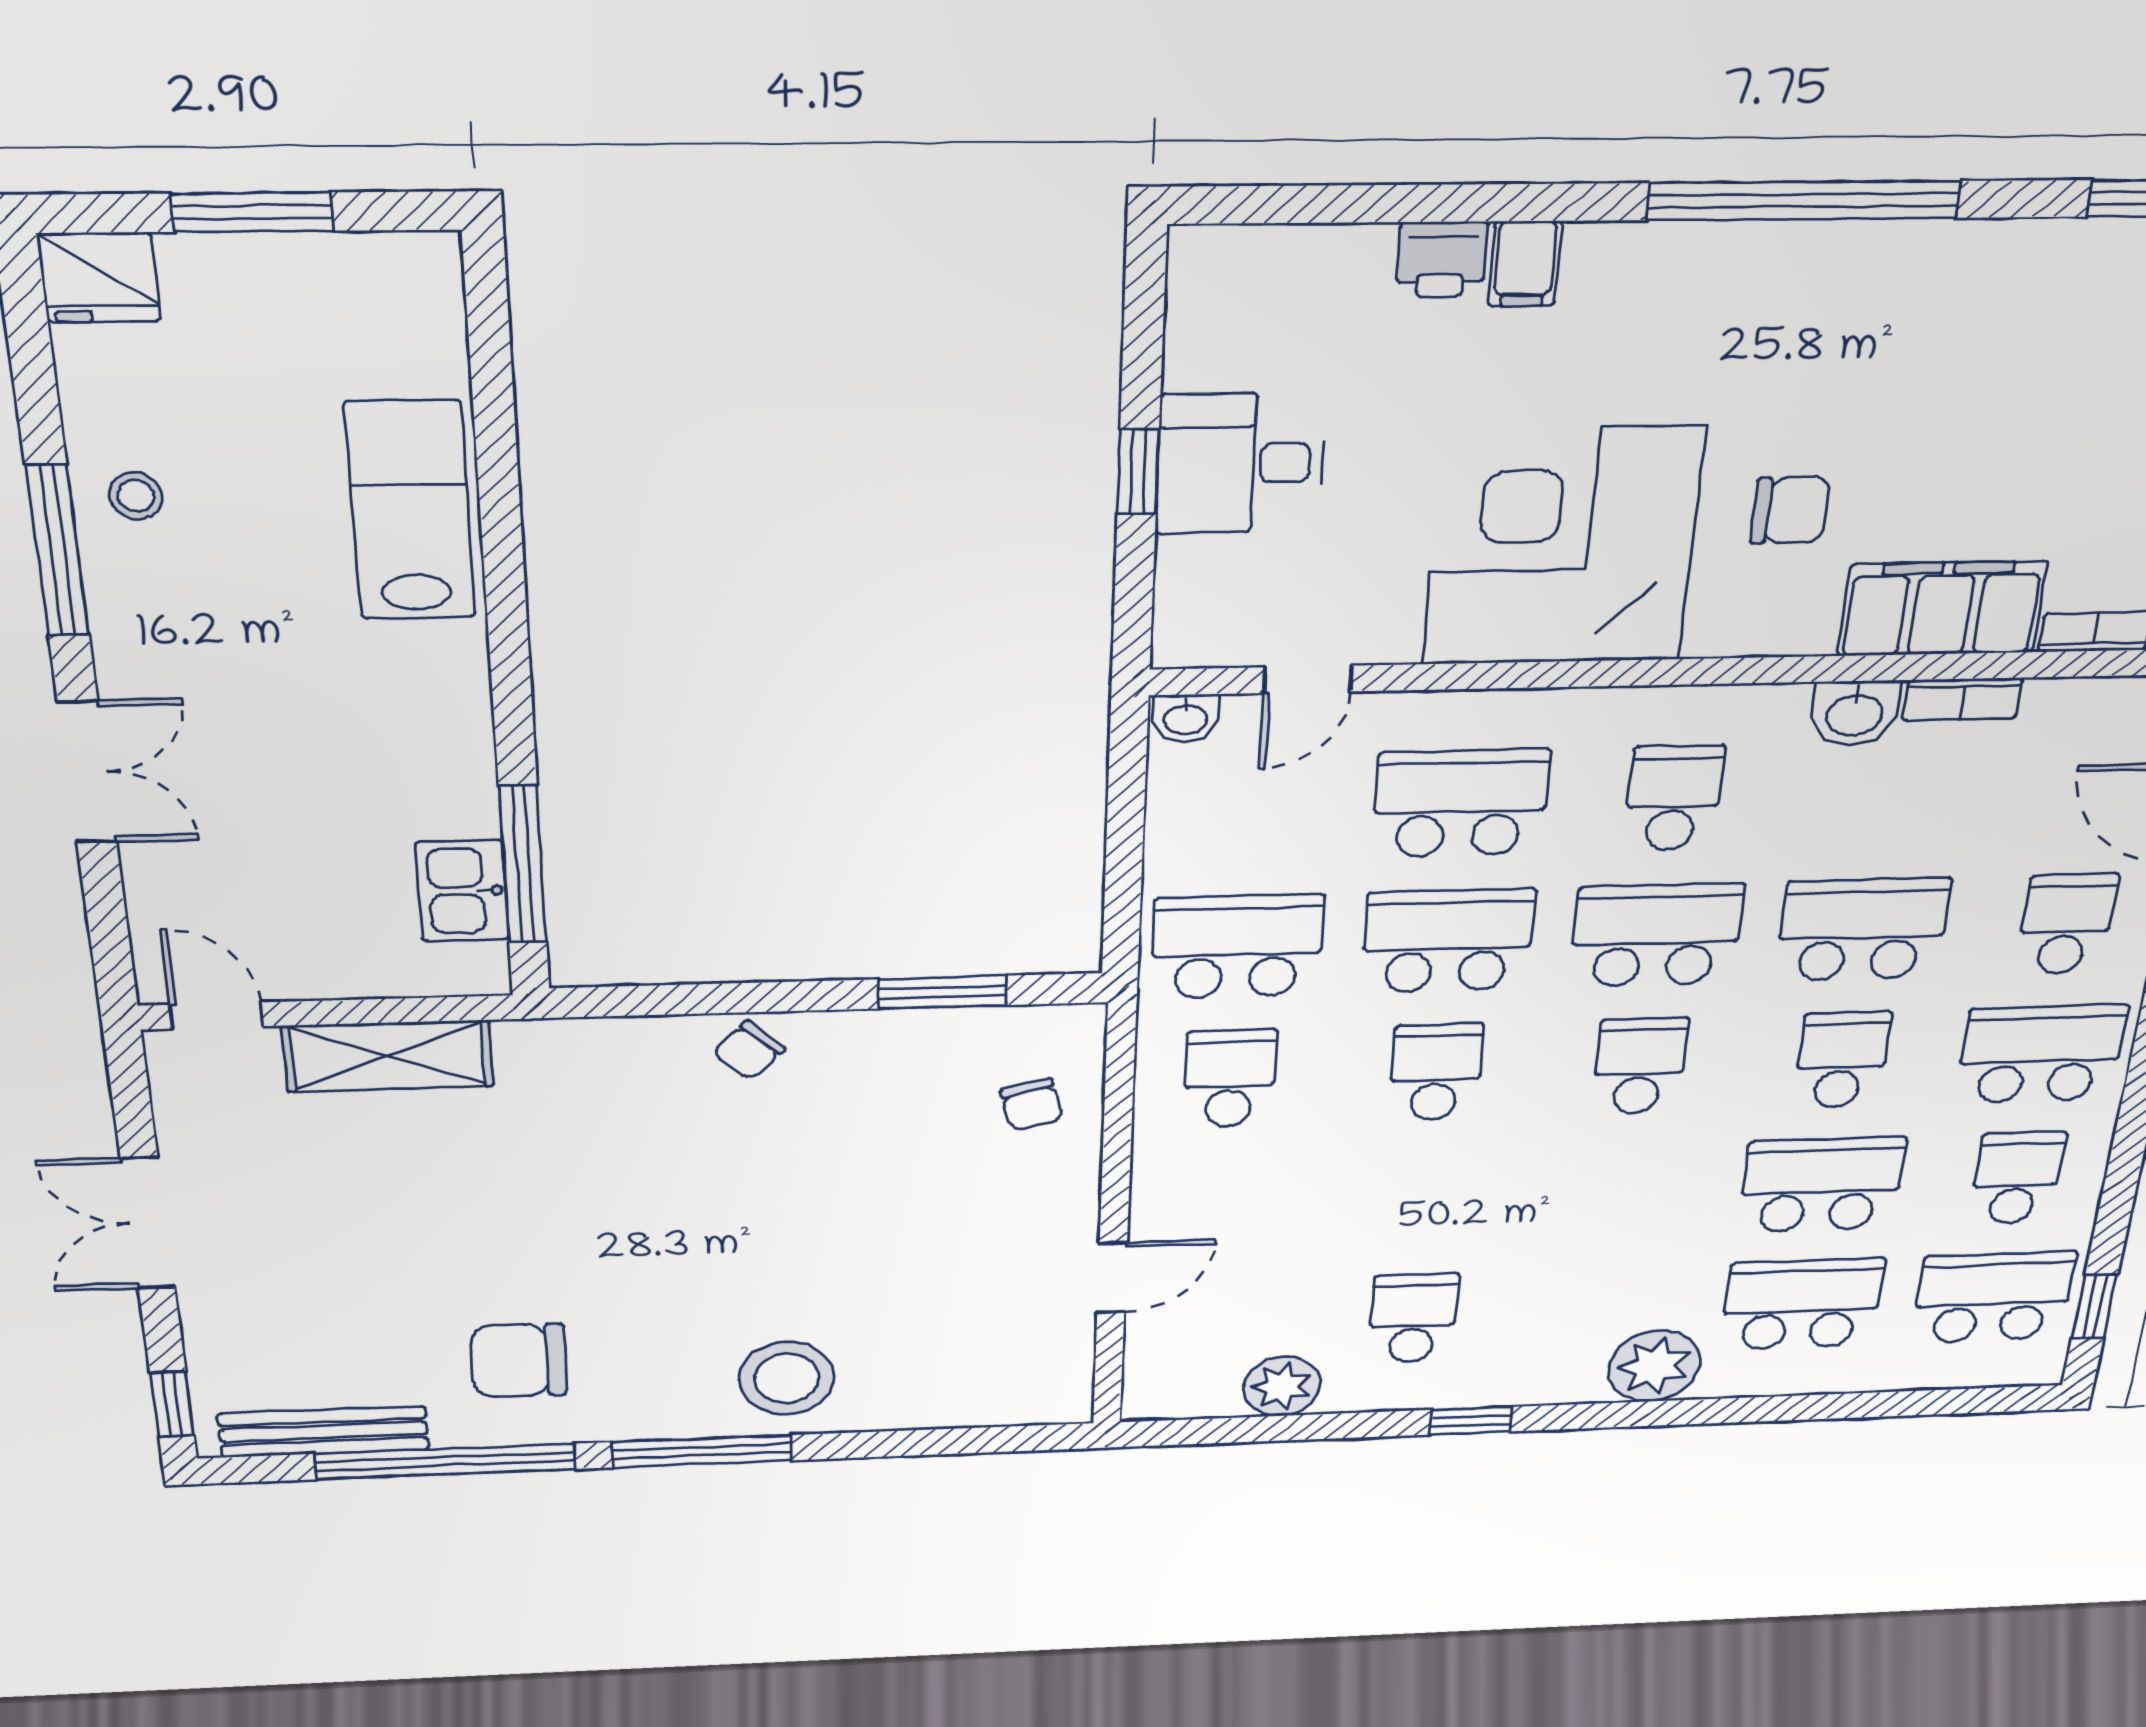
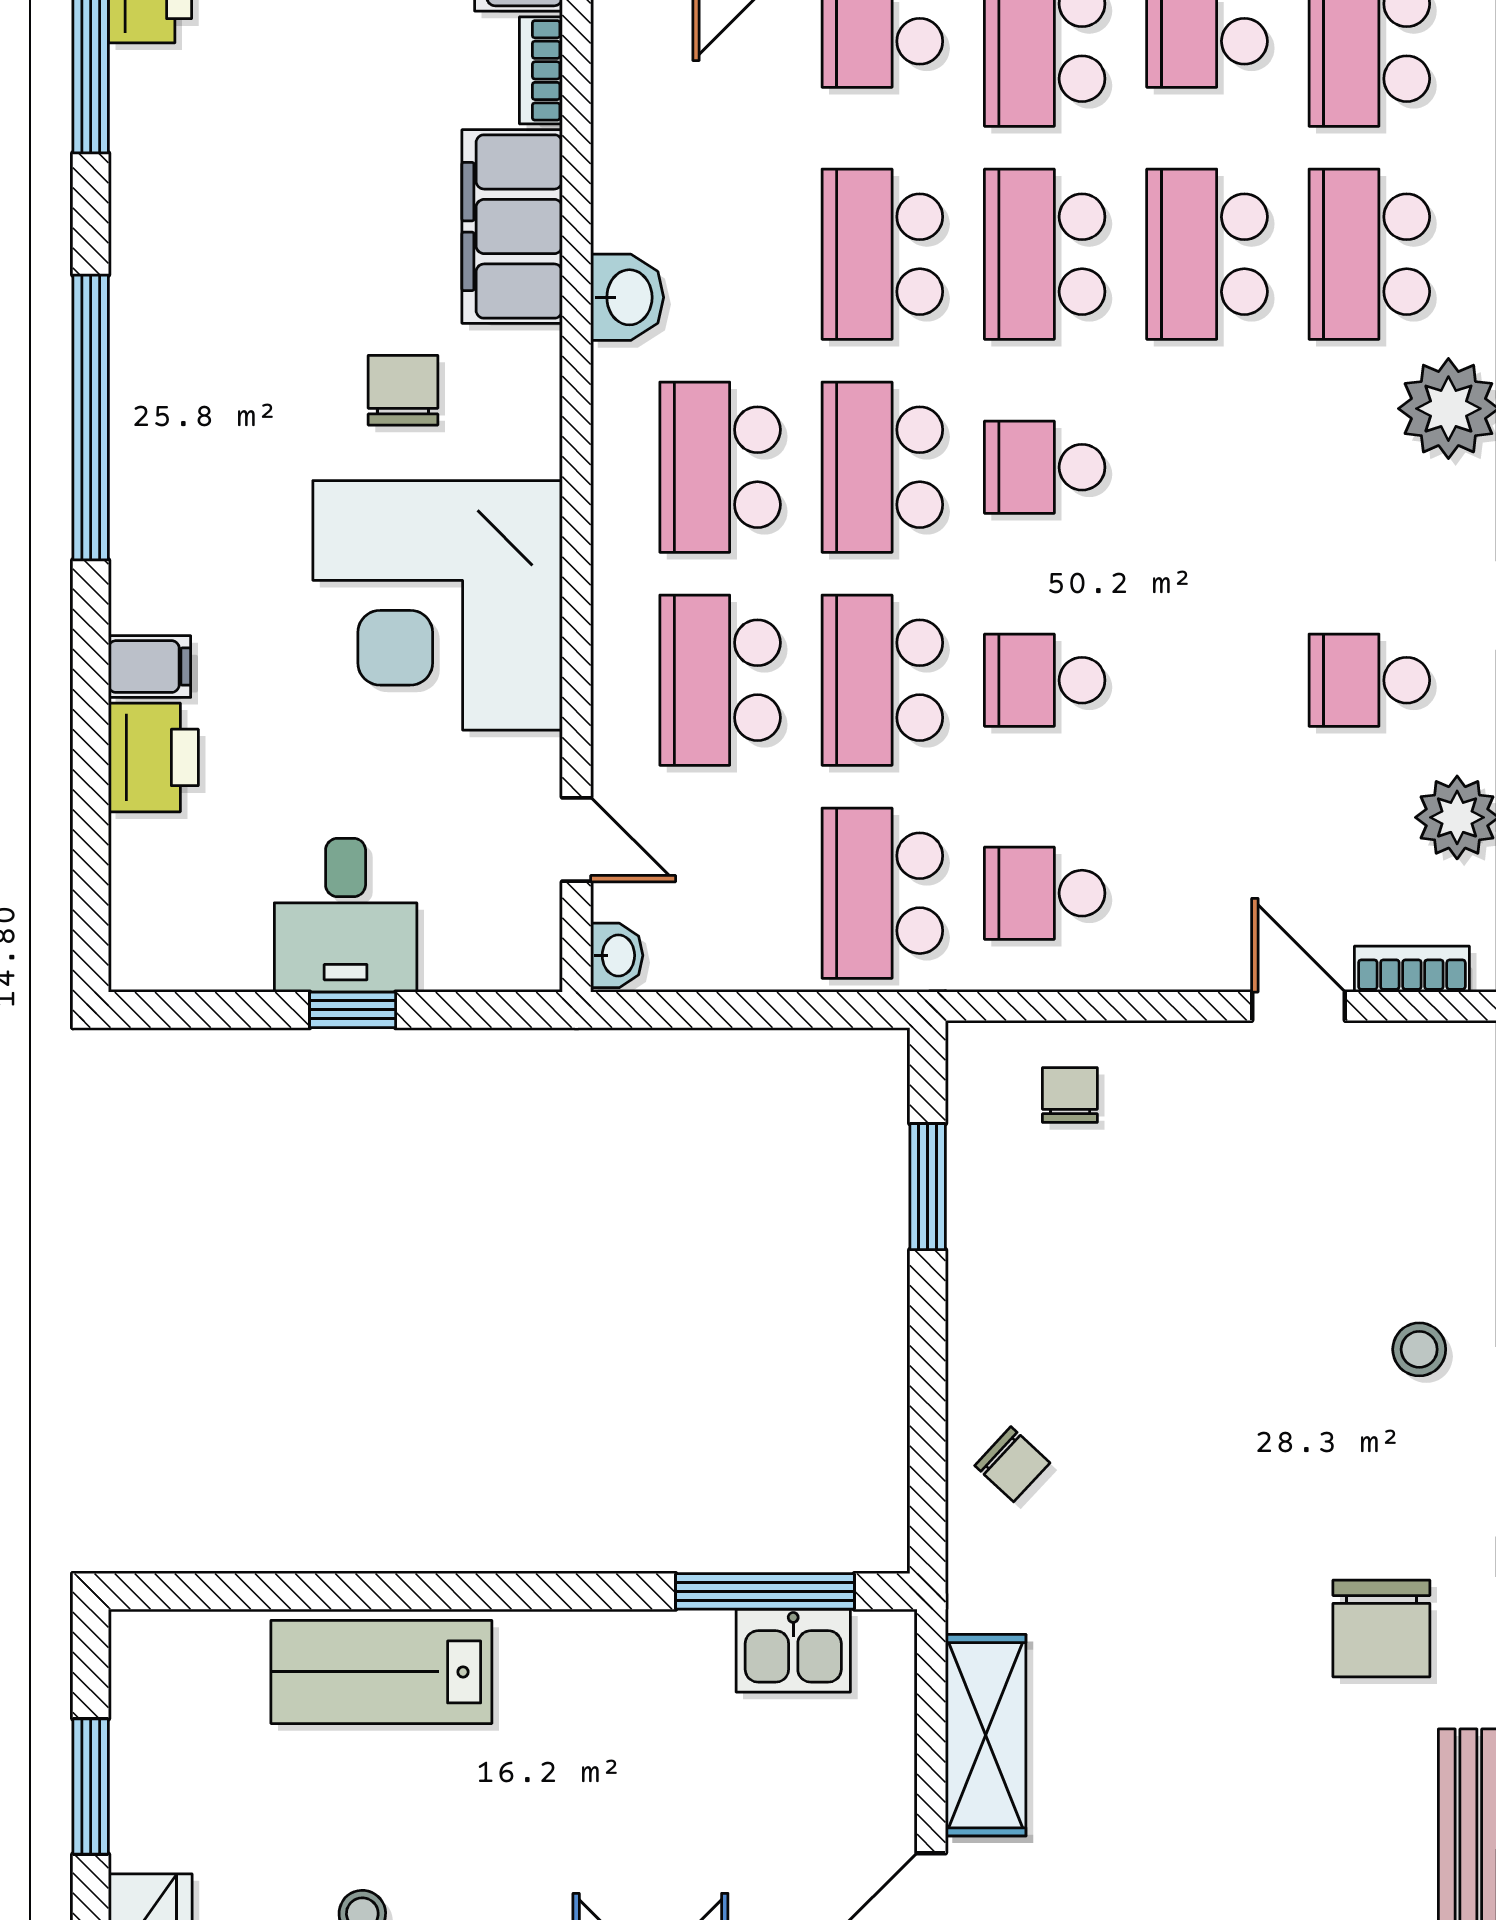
printer: (1442, 259) -> (153, 757), width x1.36, depth x1.24
bookcase: (1962, 699) -> (1412, 969), moved, turned -90
school desk: (1674, 798) -> (720, 467), width x1.85
chair: (749, 1050) -> (1012, 1464), moved
school desk: (1841, 1060) -> (1045, 254), width x1.85
chair: (1032, 1105) -> (1070, 1095), turned -75
stool: (787, 1378) -> (1419, 1349), width x0.53, depth x0.53

